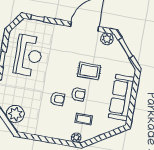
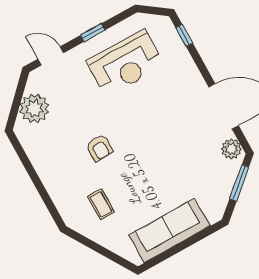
rug: (89, 71) -> (170, 159), removed
armchair: (78, 94) -> (128, 170), removed
plant: (76, 138) -> (68, 214), removed

